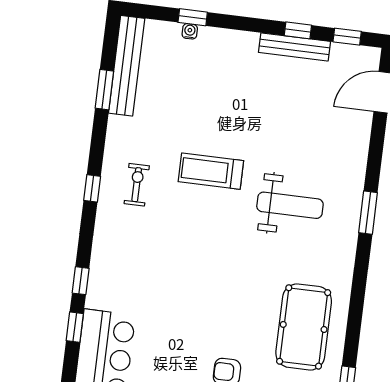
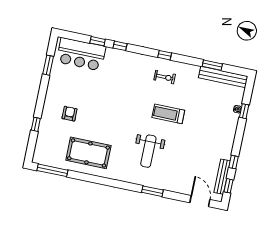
bench: (294, 47) -> (222, 177), moved
treadmill: (211, 171) -> (168, 114), turned -90
window: (368, 213) -> (152, 191), moved

